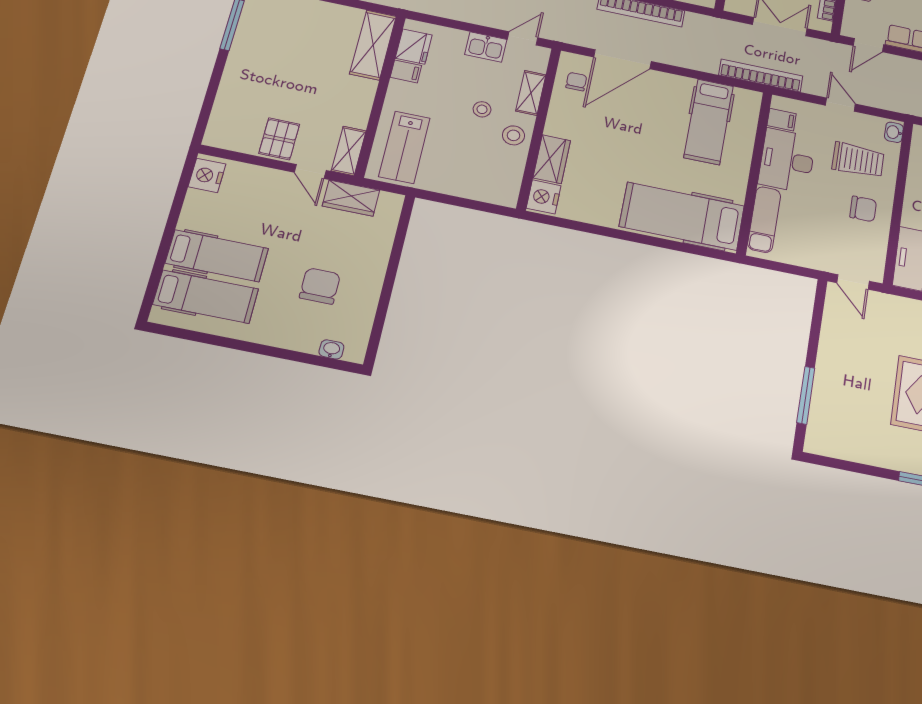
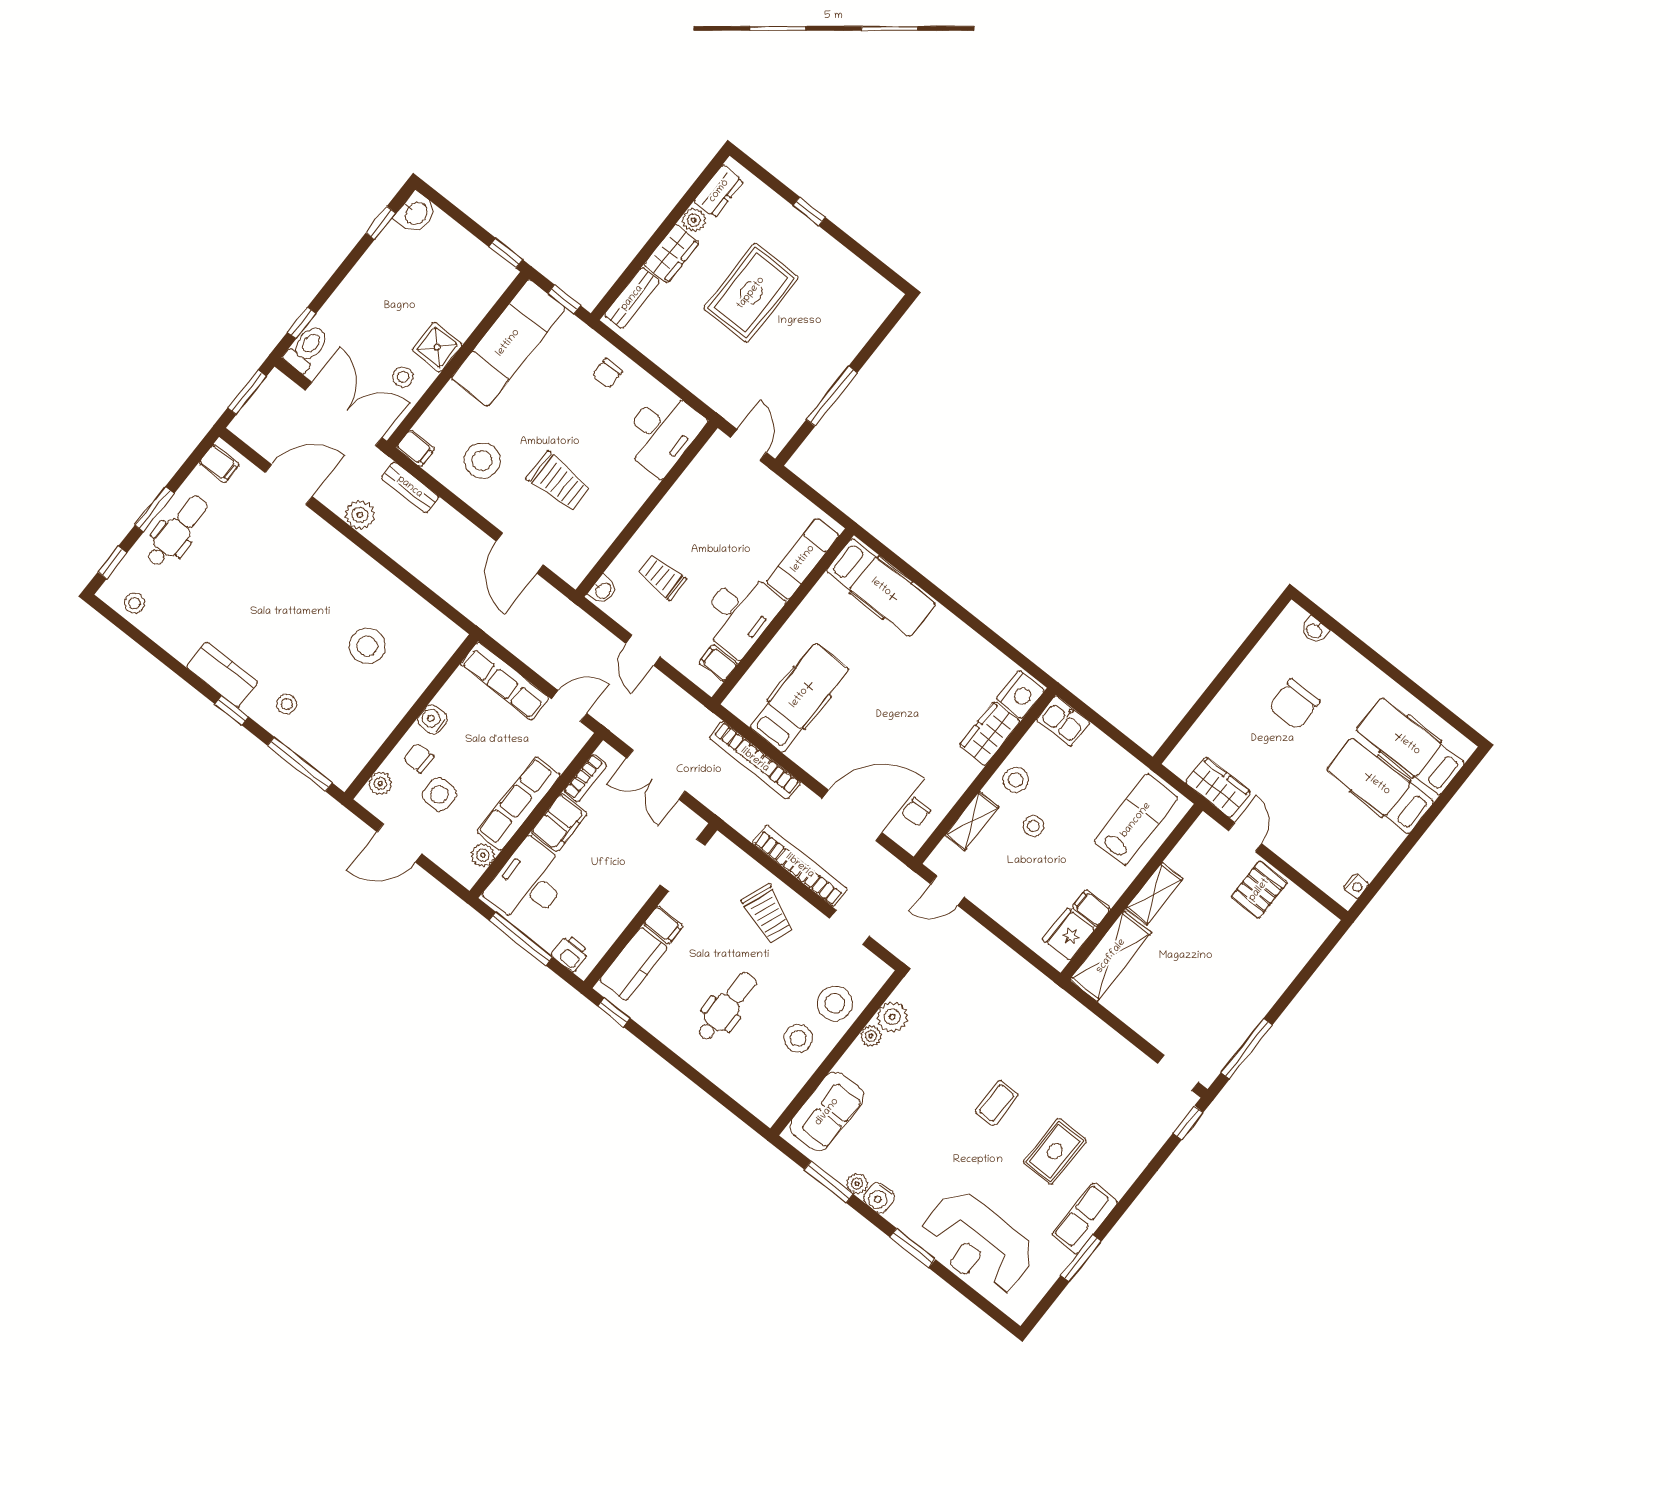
kitchen sink: (486, 47) -> (1063, 721), moved, turned 180
bookcase: (761, 75) -> (755, 760), moved
shelving: (349, 151) -> (1154, 894), moved
trolley: (858, 160) -> (662, 577), width x0.73, depth x0.72
nightstand: (207, 175) -> (1356, 886), width x0.53, depth x0.56
chair: (863, 209) -> (689, 520), removed
hospital bed: (682, 216) -> (881, 587), width x0.73, depth x0.78
window: (806, 395) -> (832, 396), moved

